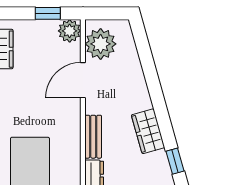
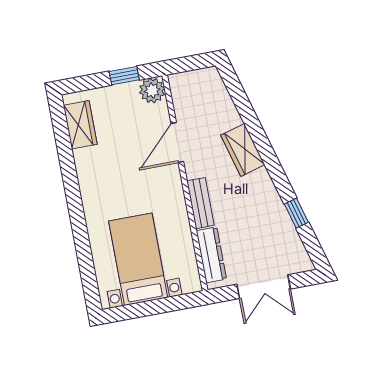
plant: (101, 44) -> (189, 99), removed
wardrobe: (148, 131) -> (243, 150), moved

